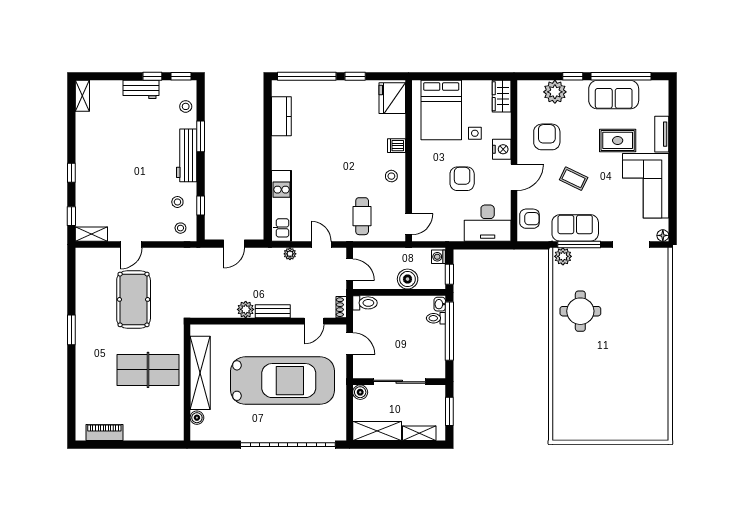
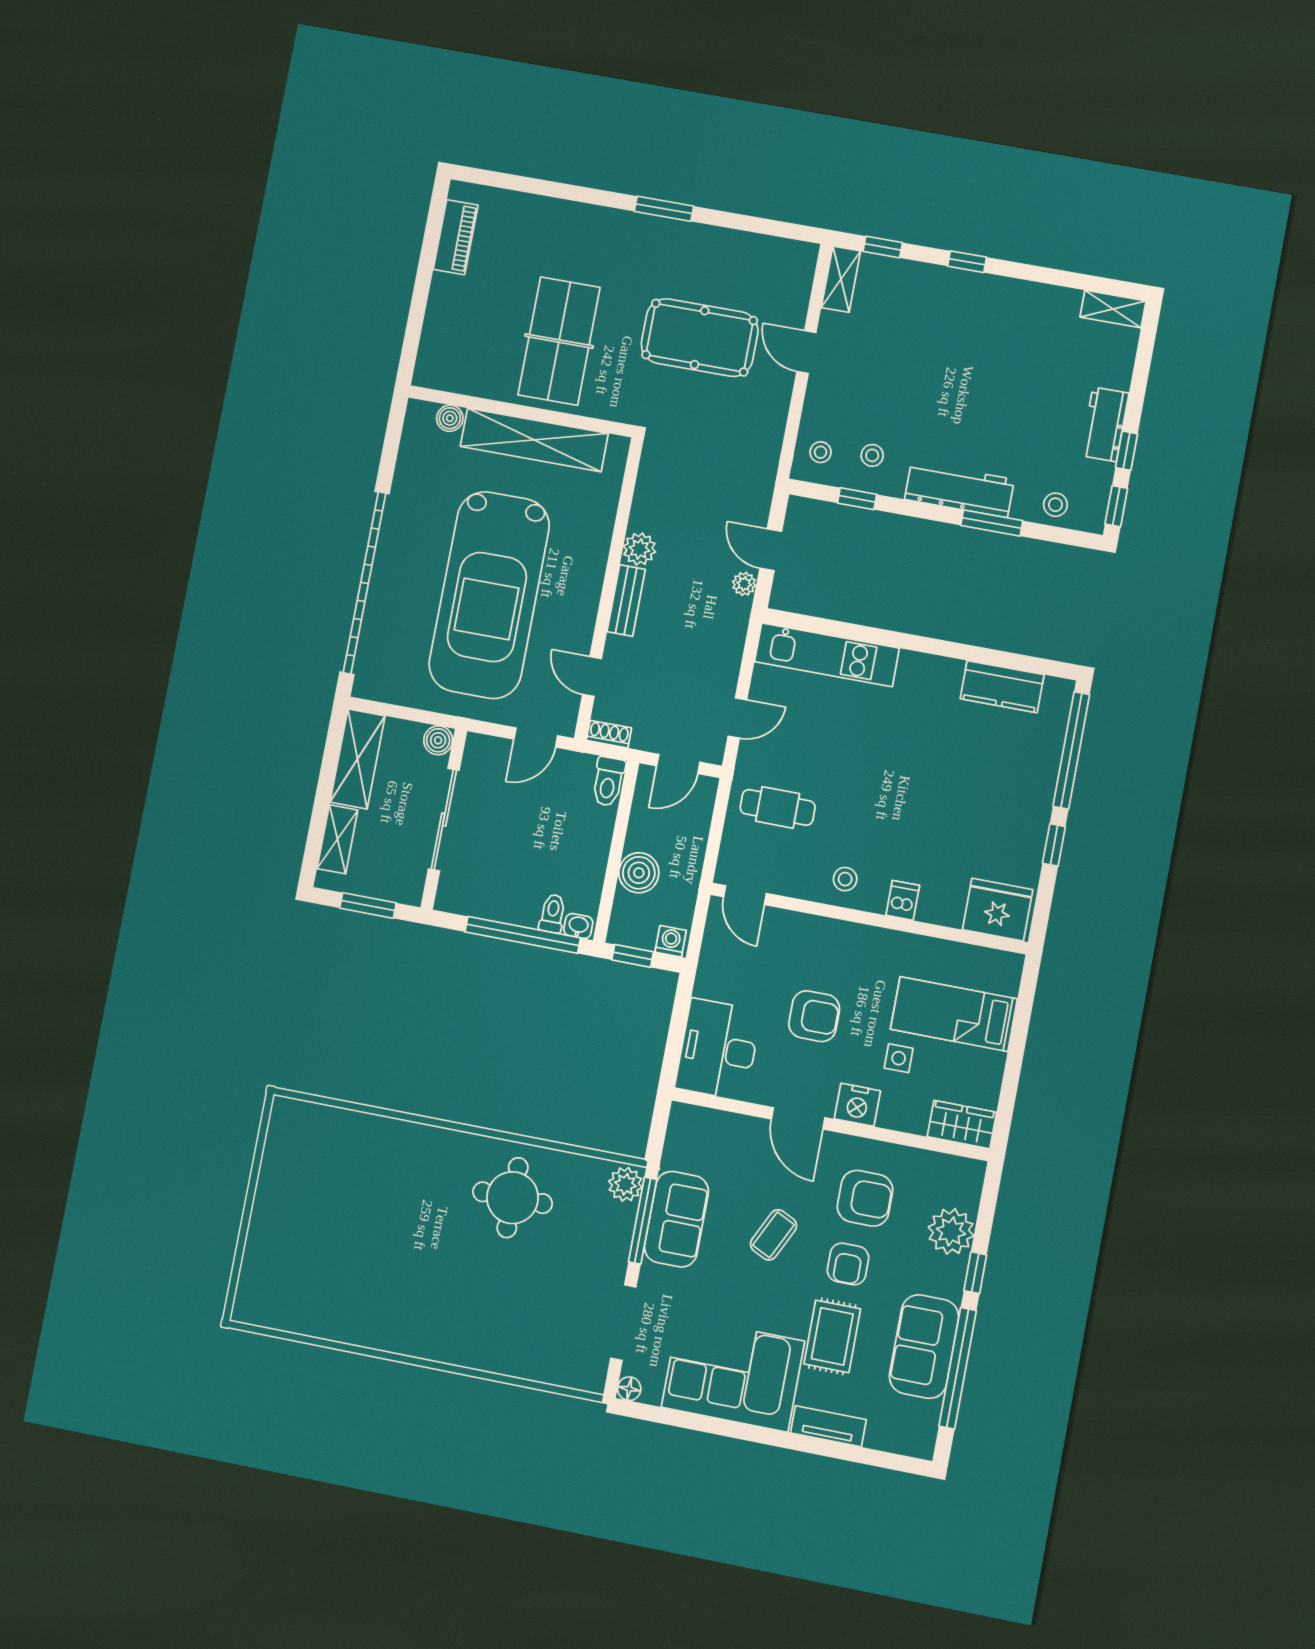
bed: (441, 110) -> (954, 1014), width x0.67
armchair: (530, 219) -> (848, 1264), moved
plant: (290, 254) -> (744, 584), moved

